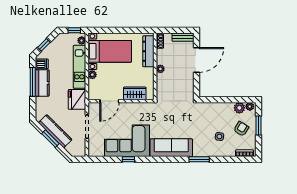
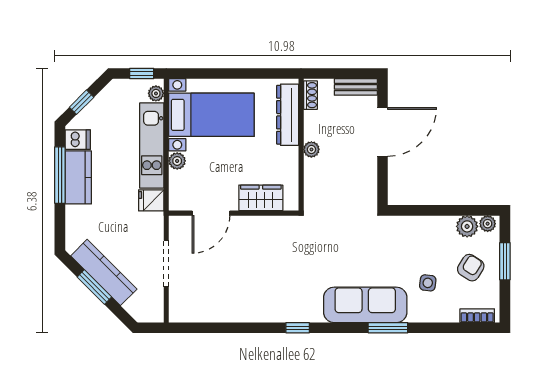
fridge: (77, 99) -> (151, 200), width x0.53, depth x0.75
corner sofa: (127, 141) -> (245, 291), removed
sofa: (171, 148) -> (365, 305), moved
window: (128, 159) -> (298, 328), moved

